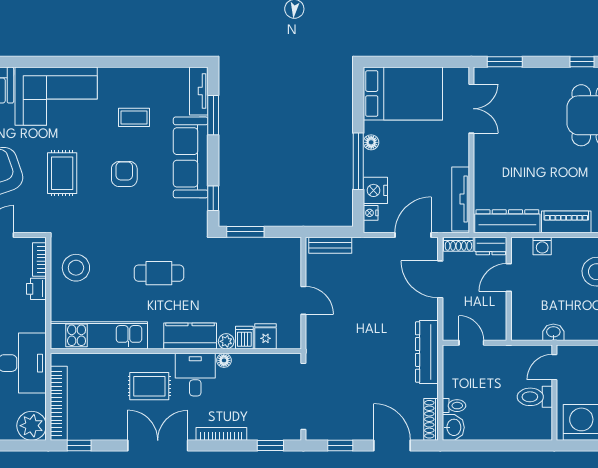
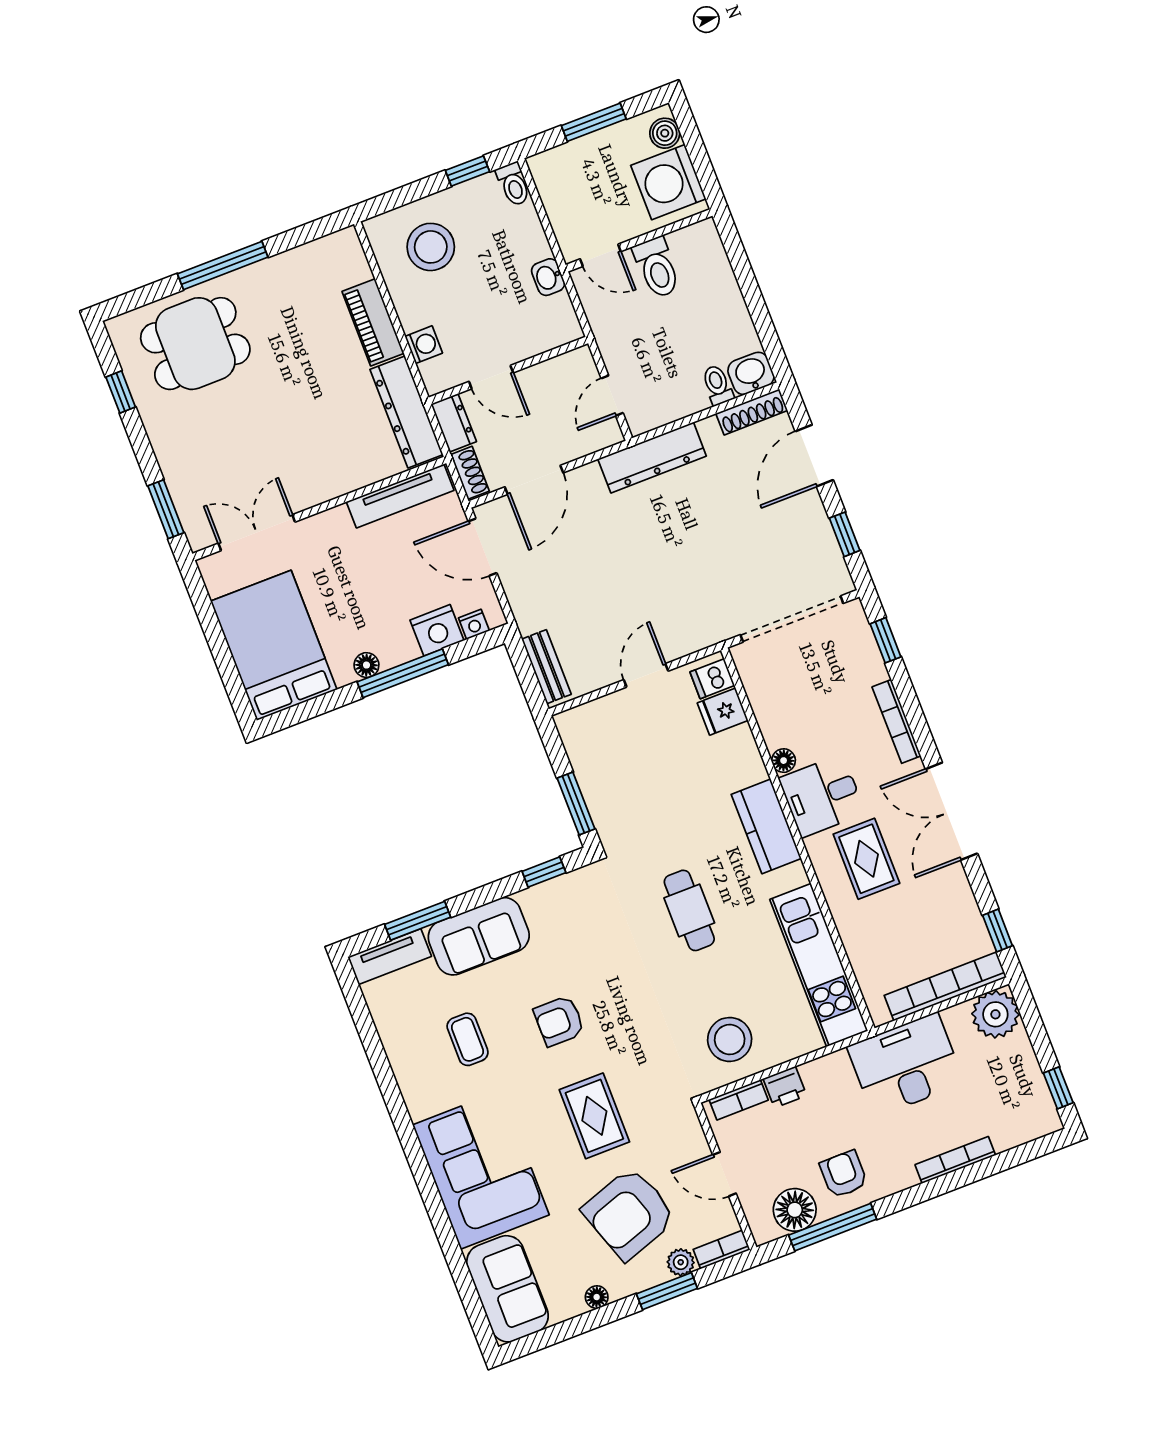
sofa: (191, 157) -> (479, 936), width x0.73
rug: (62, 173) -> (594, 1116), turned 90
dishwasher: (244, 338) -> (712, 679), moved
plant: (226, 341) -> (753, 768), removed

